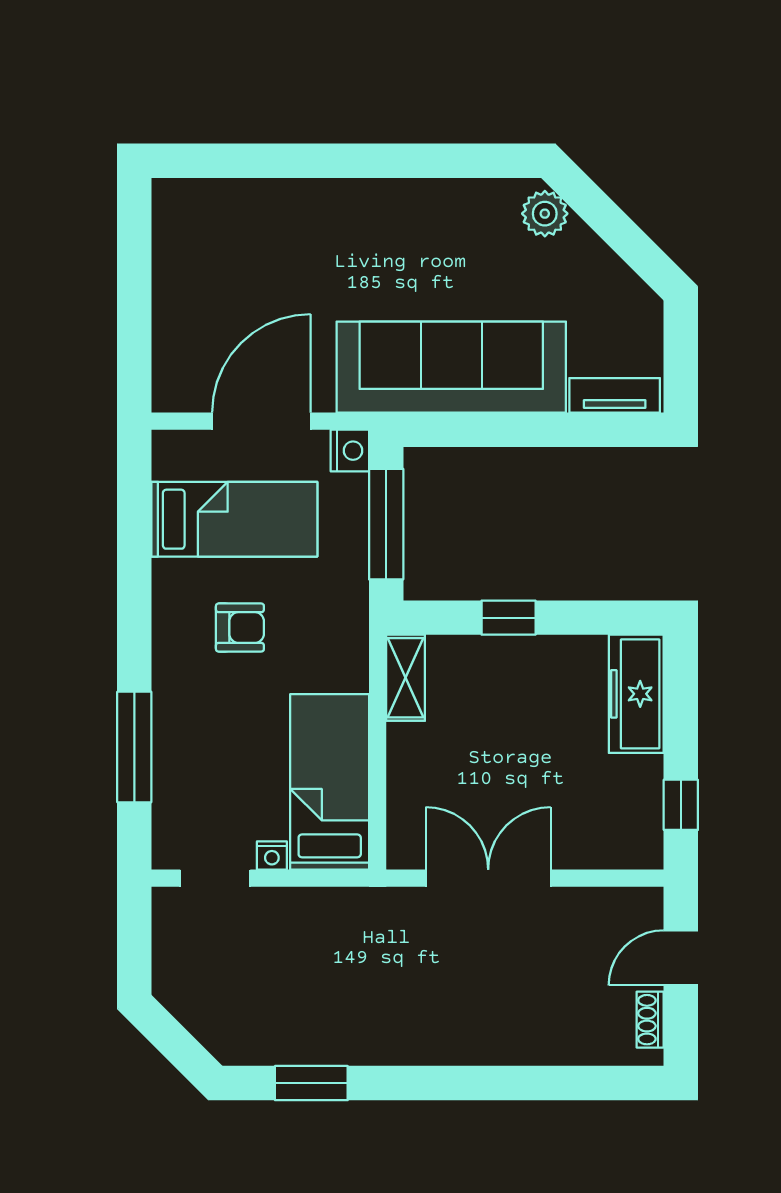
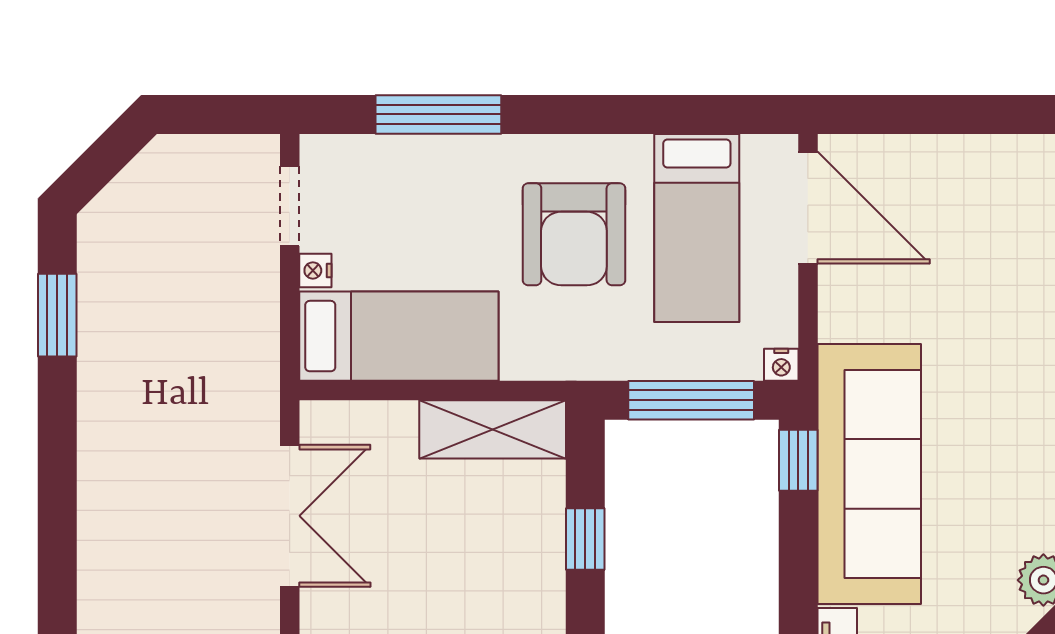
door: (261, 421) -> (808, 208), moved
window: (439, 430) -> (798, 460), added
nightstand: (350, 451) -> (781, 365), width x0.72, depth x0.74
armchair: (240, 628) -> (574, 234), width x1.88, depth x1.88
shelving: (406, 678) -> (493, 429), width x1.50, depth x1.33

